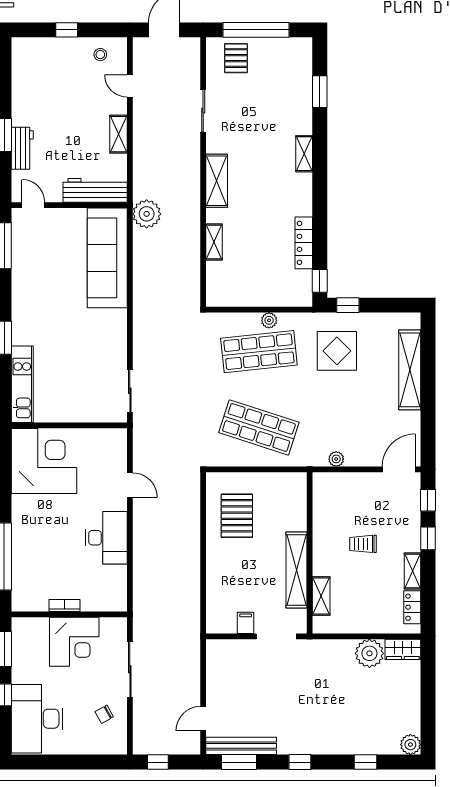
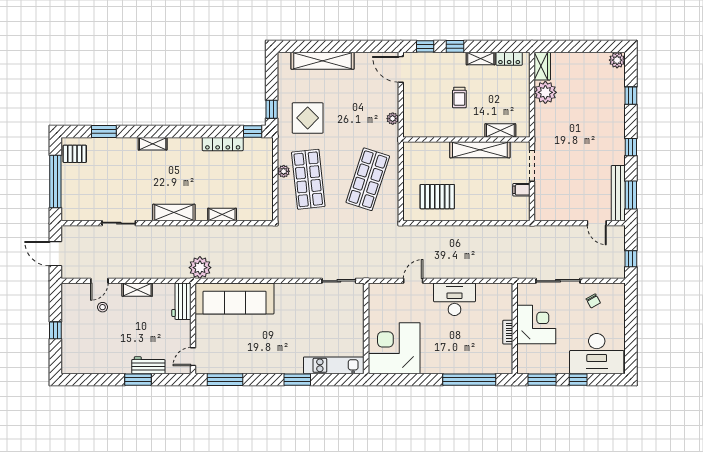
stool: (100, 55) -> (103, 307), moved
pallet: (236, 58) -> (75, 154), moved
workbench: (95, 190) -> (181, 301), width x0.73

